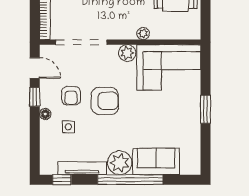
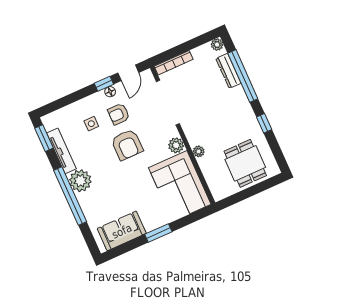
floor lamp: (45, 114) -> (110, 92), moved
sofa: (156, 161) -> (122, 231), moved, turned -90
window: (62, 180) -> (44, 138), width x1.50

